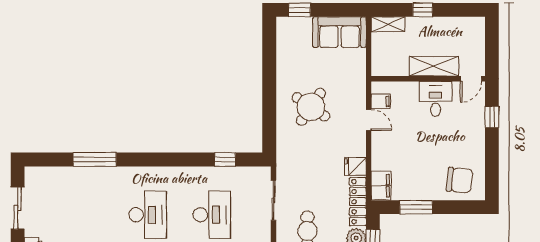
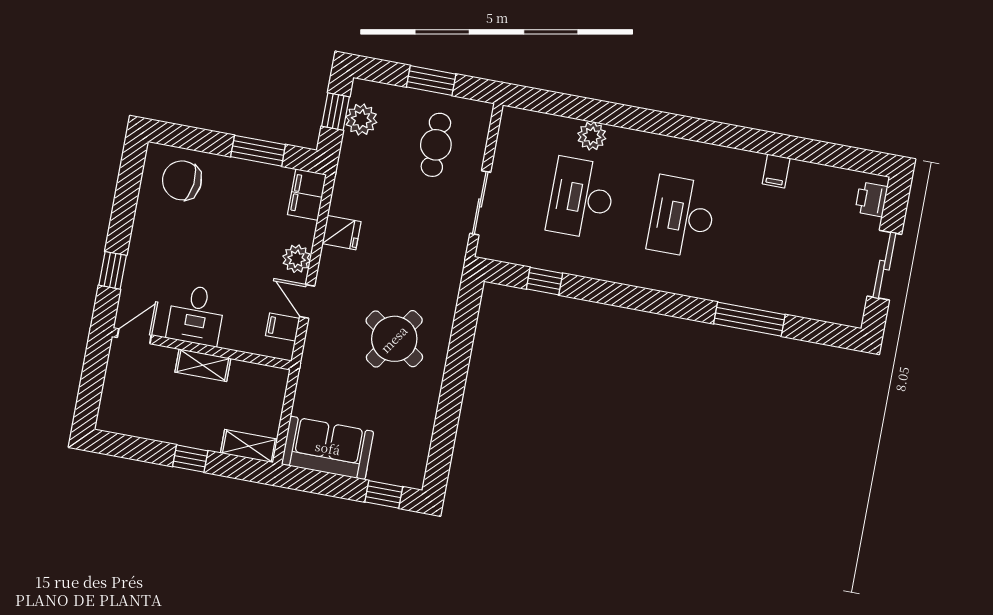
shelving: (434, 66) -> (203, 365), width x0.67, depth x0.75
plant: (380, 145) -> (297, 259), added
locker: (358, 202) -> (348, 176), removed

